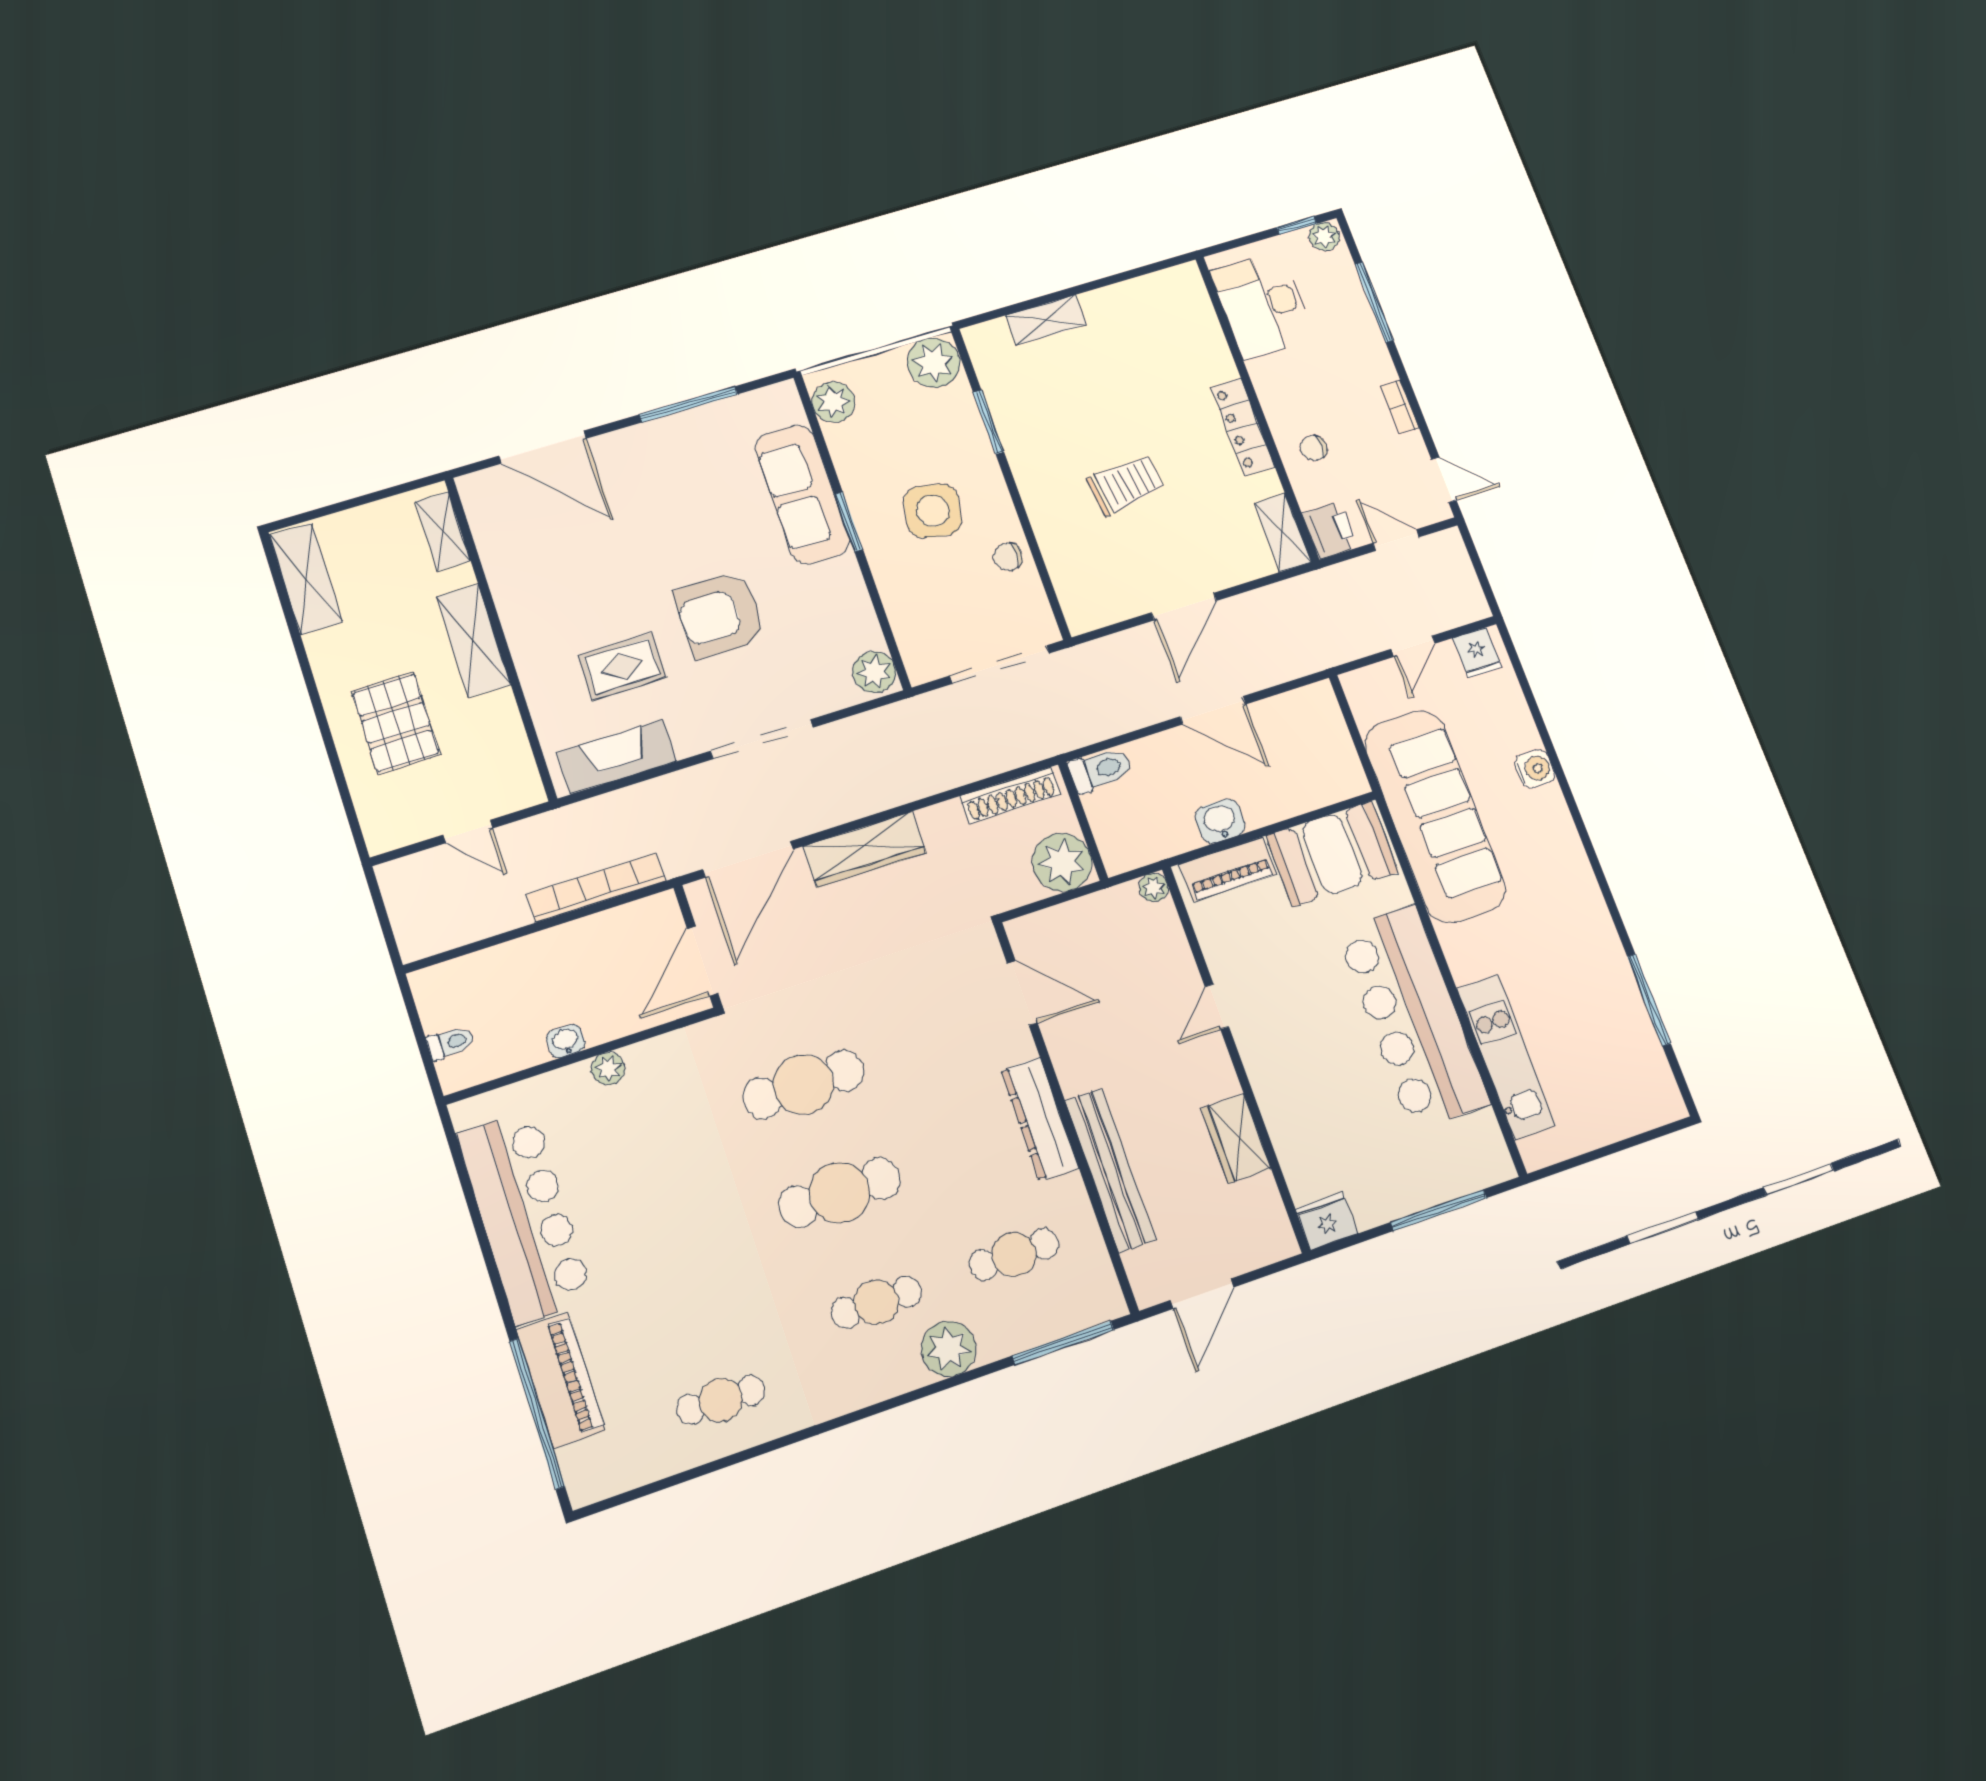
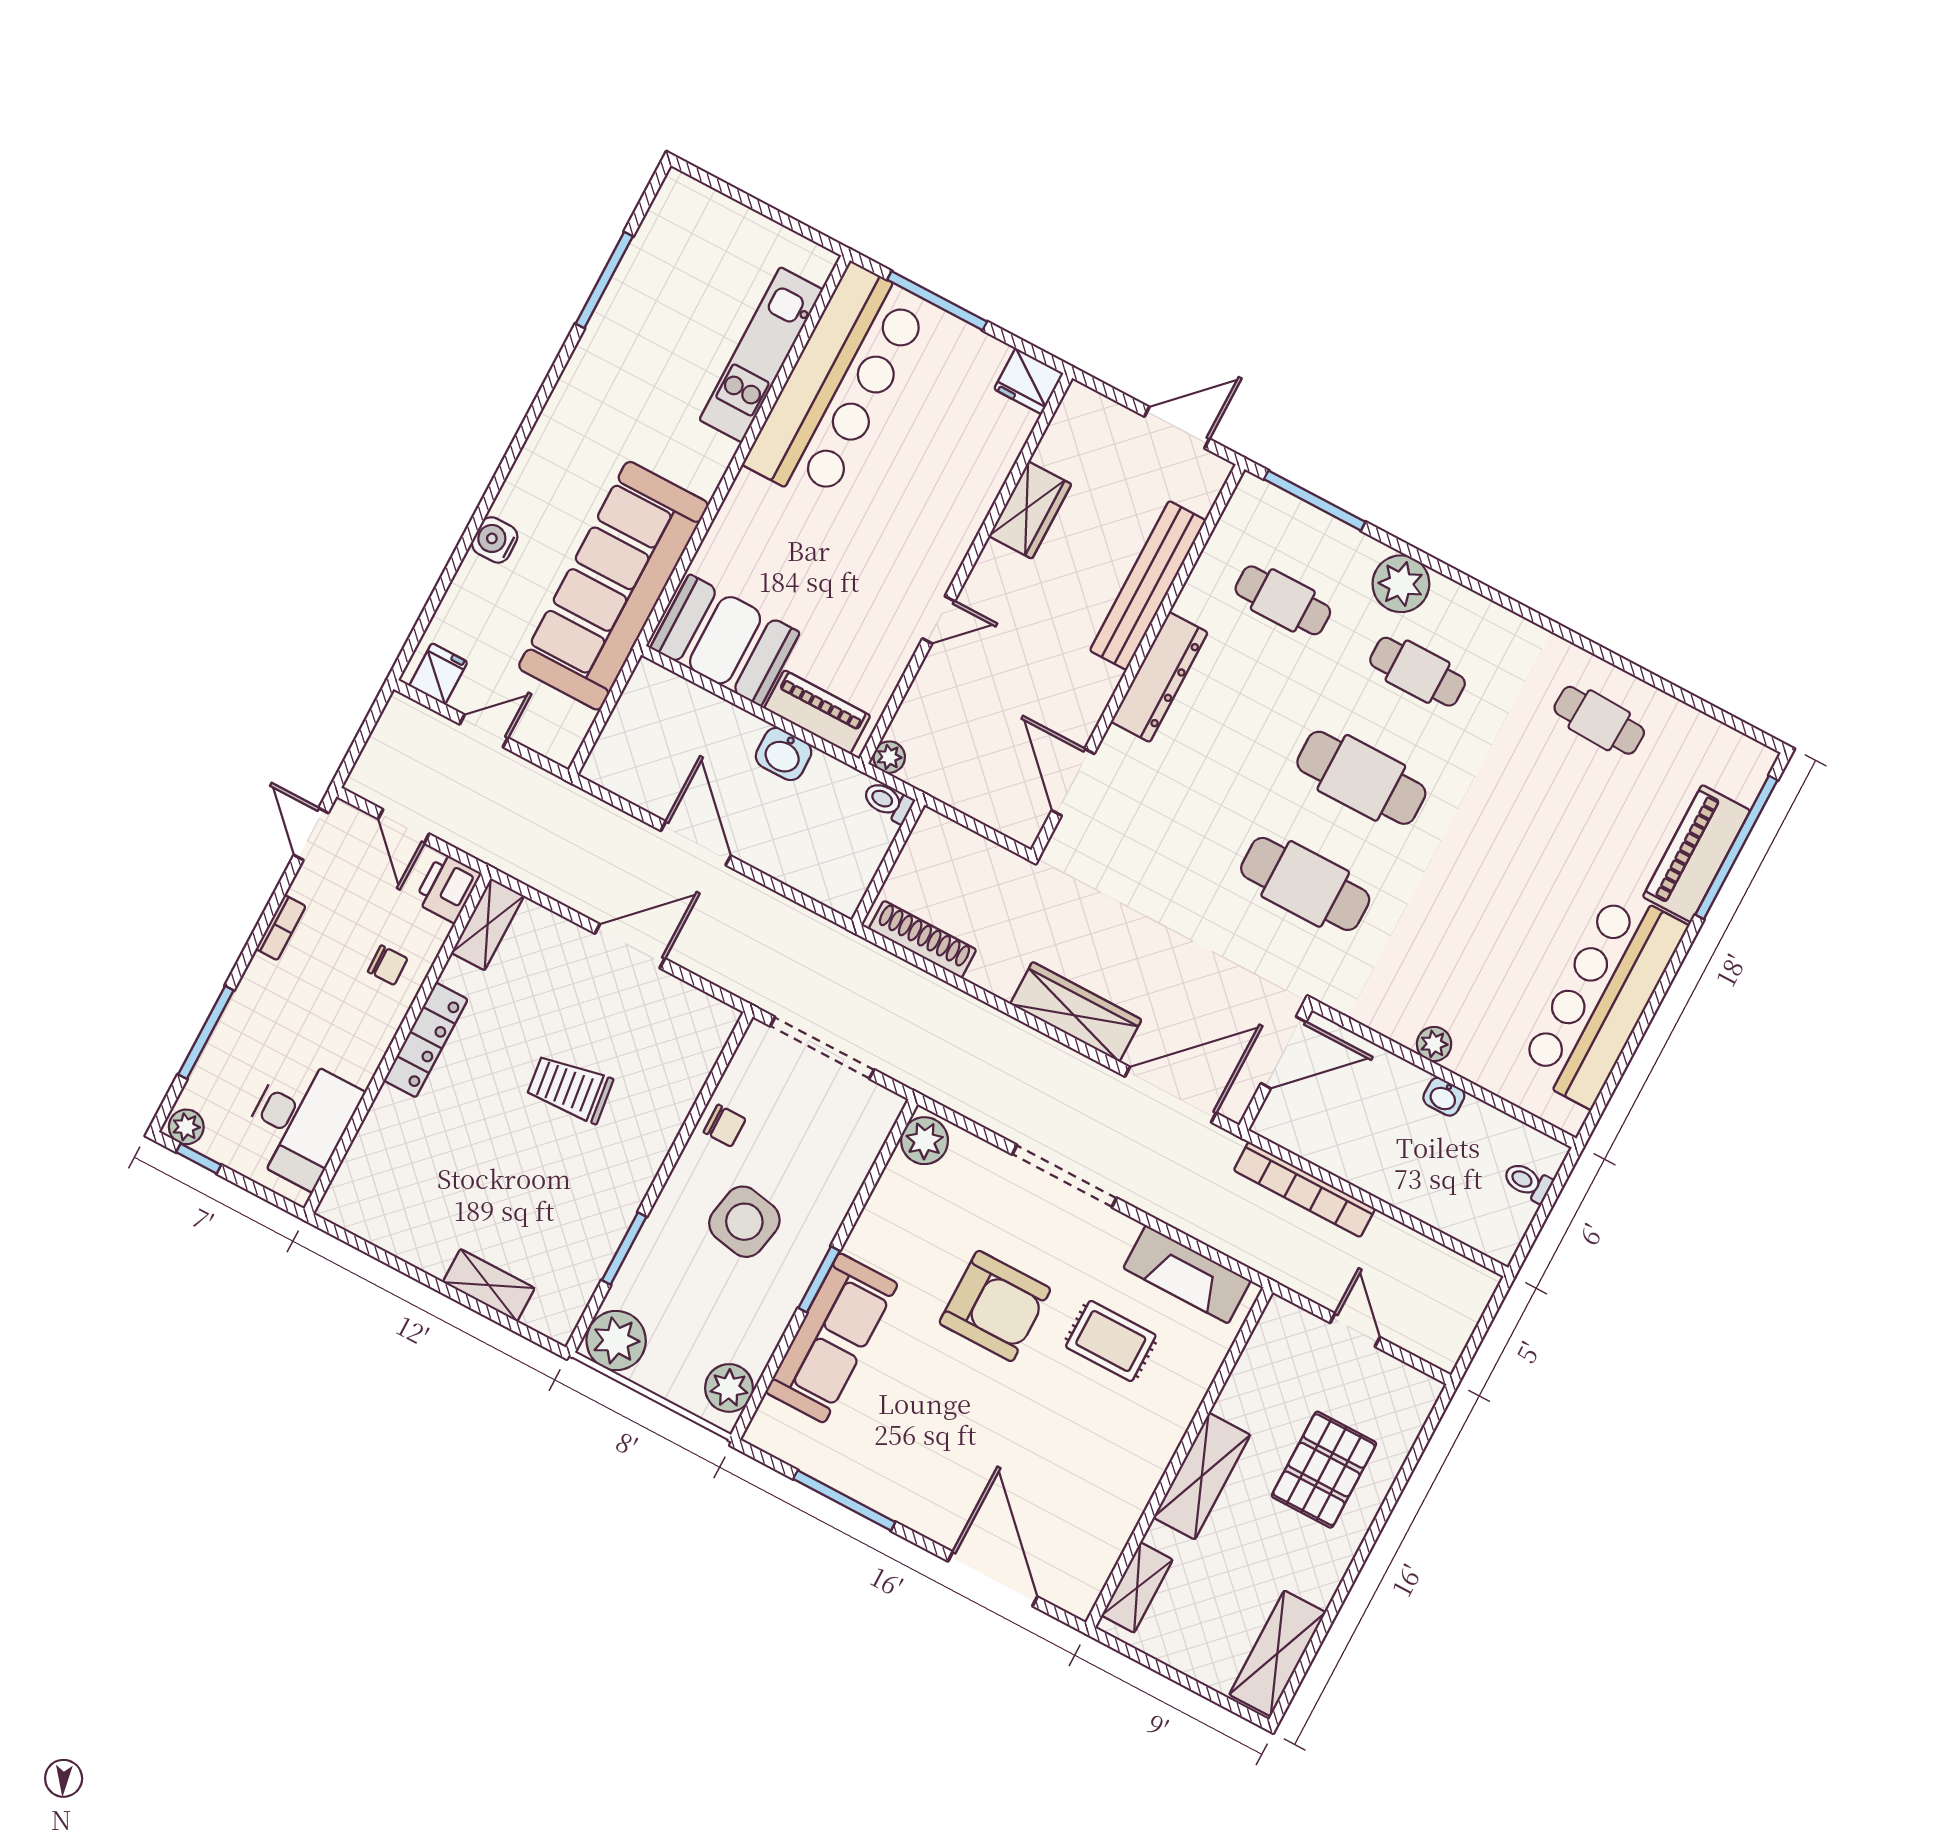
toilet: (1101, 770) -> (888, 802), moved, width x0.73, depth x0.72
plant: (1062, 862) -> (938, 848), removed
bar counter: (1413, 1017) -> (837, 384), moved

